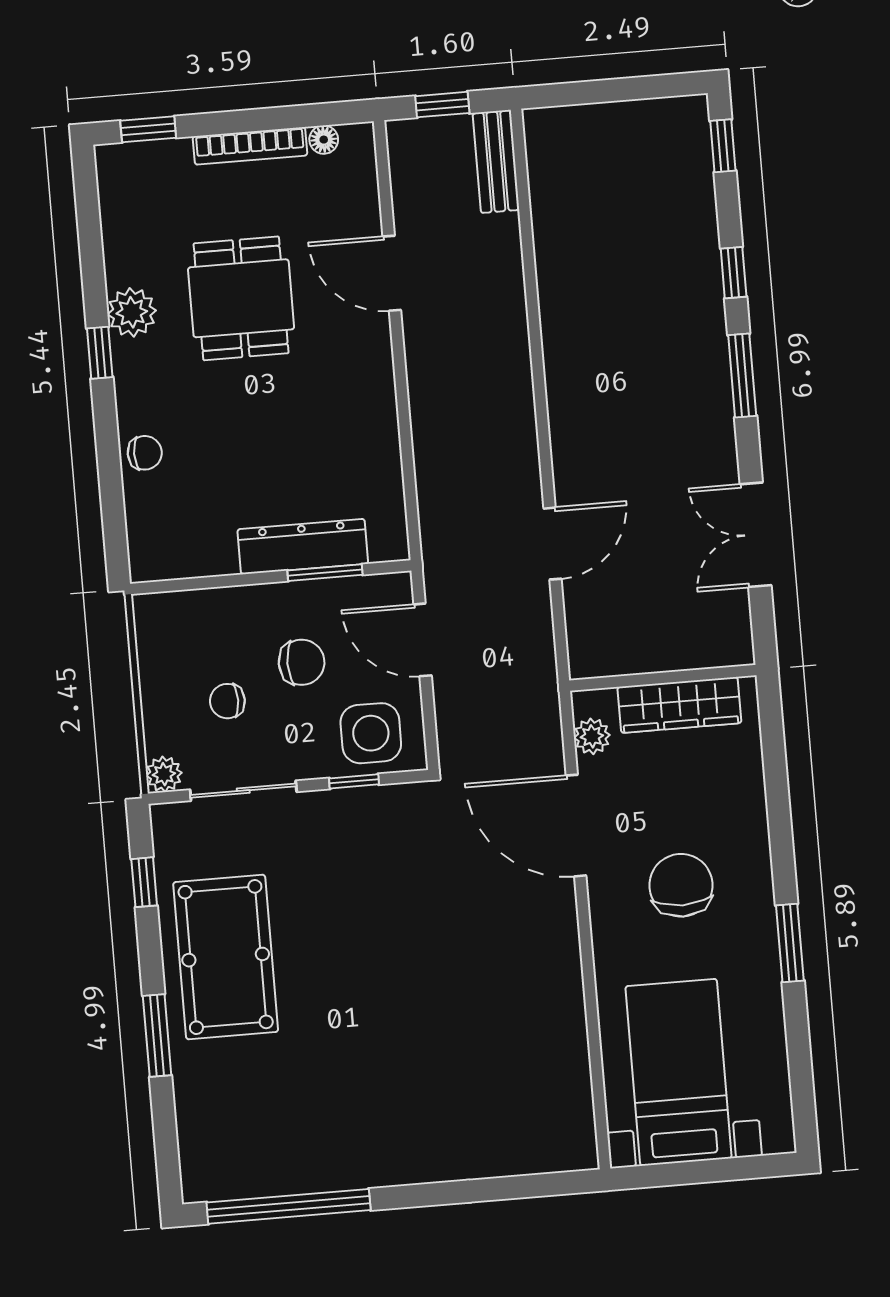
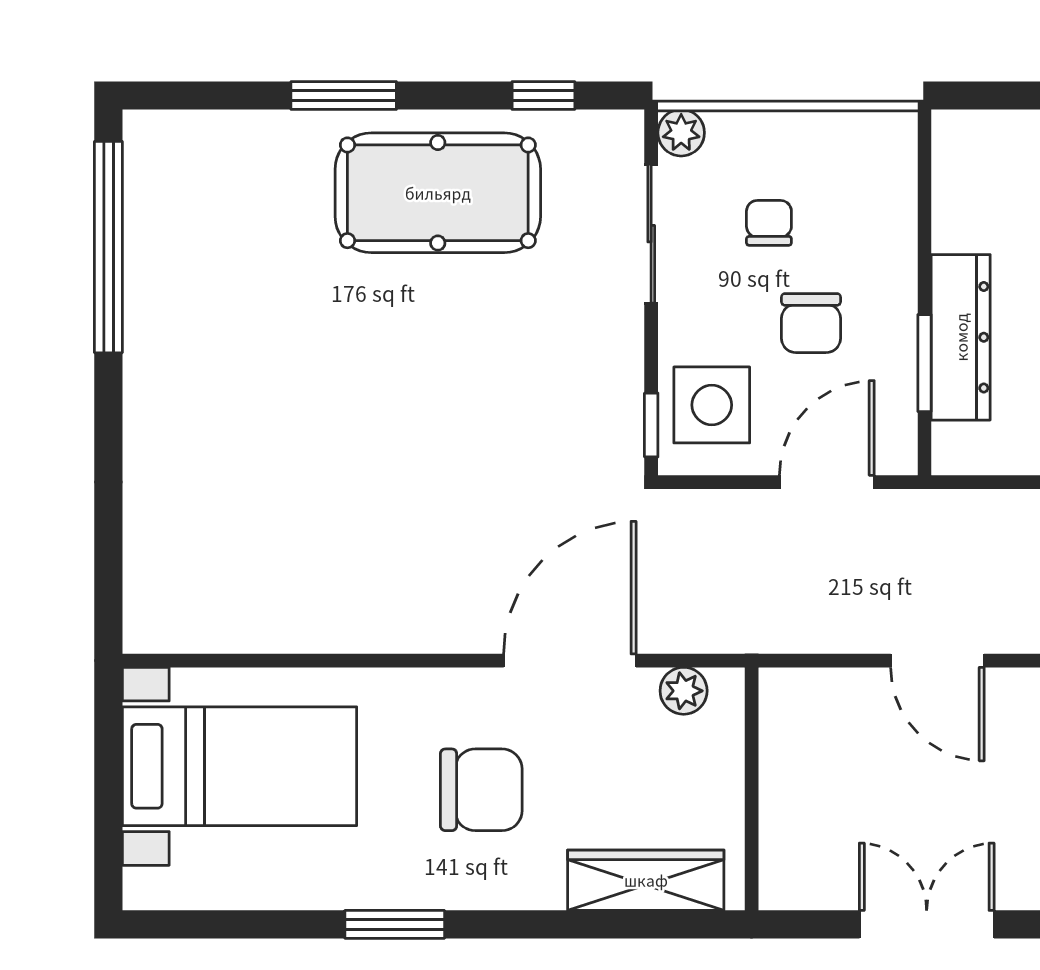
wardrobe: (679, 705) -> (646, 880), moved, turned 90
window: (354, 781) -> (651, 425), moved

